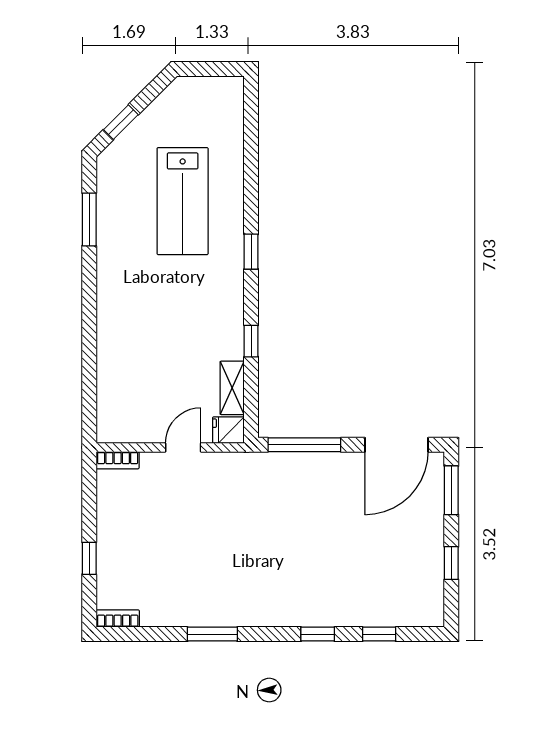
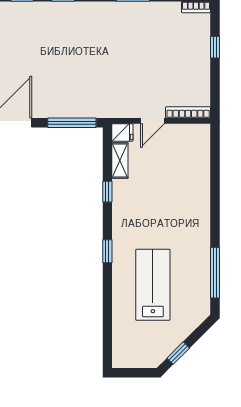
window: (121, 122) -> (178, 353), moved
window: (89, 219) -> (215, 273), width x1.44
bookcase: (118, 460) -> (188, 112), width x1.56

